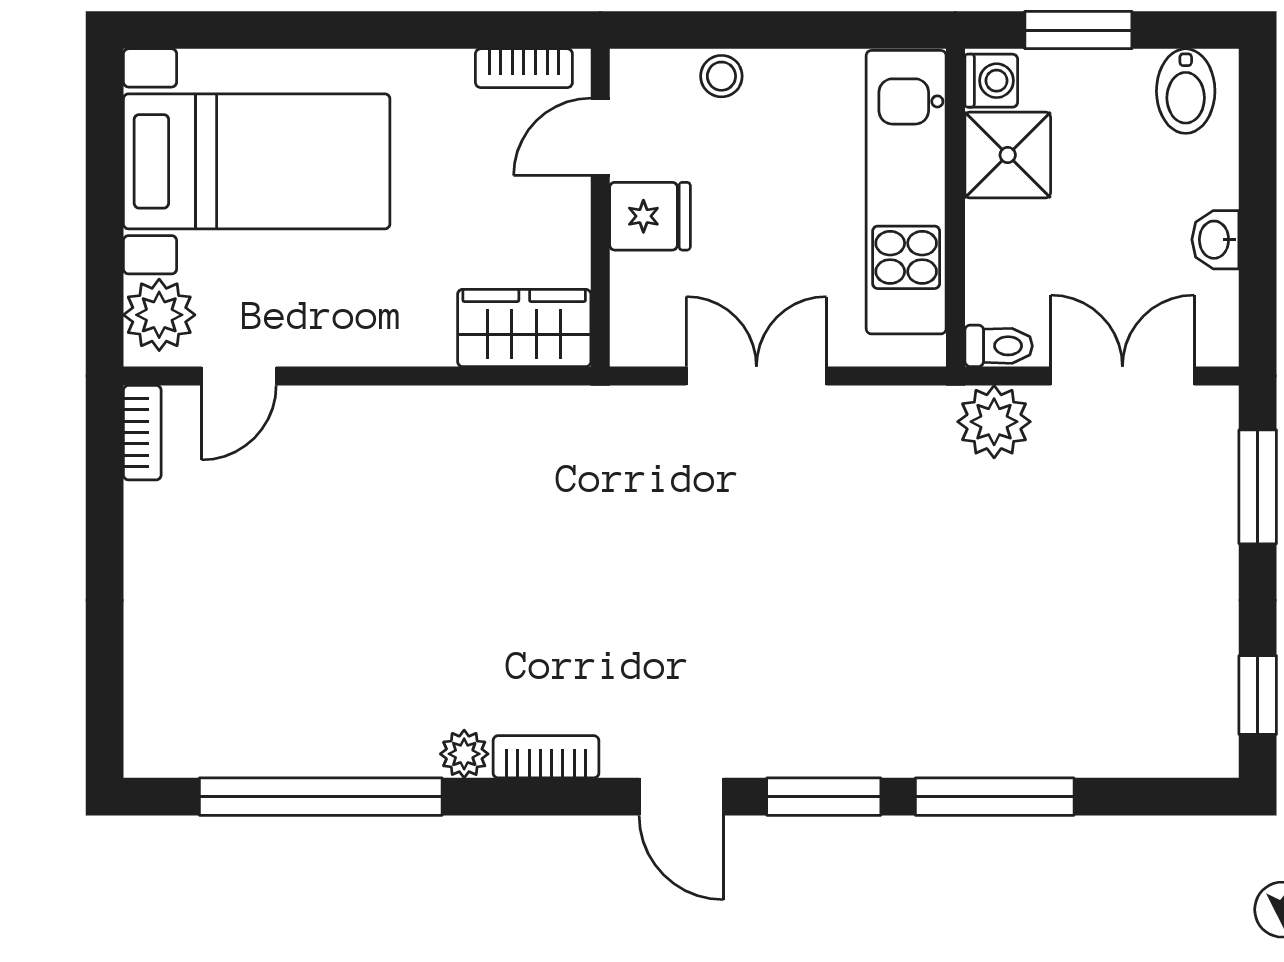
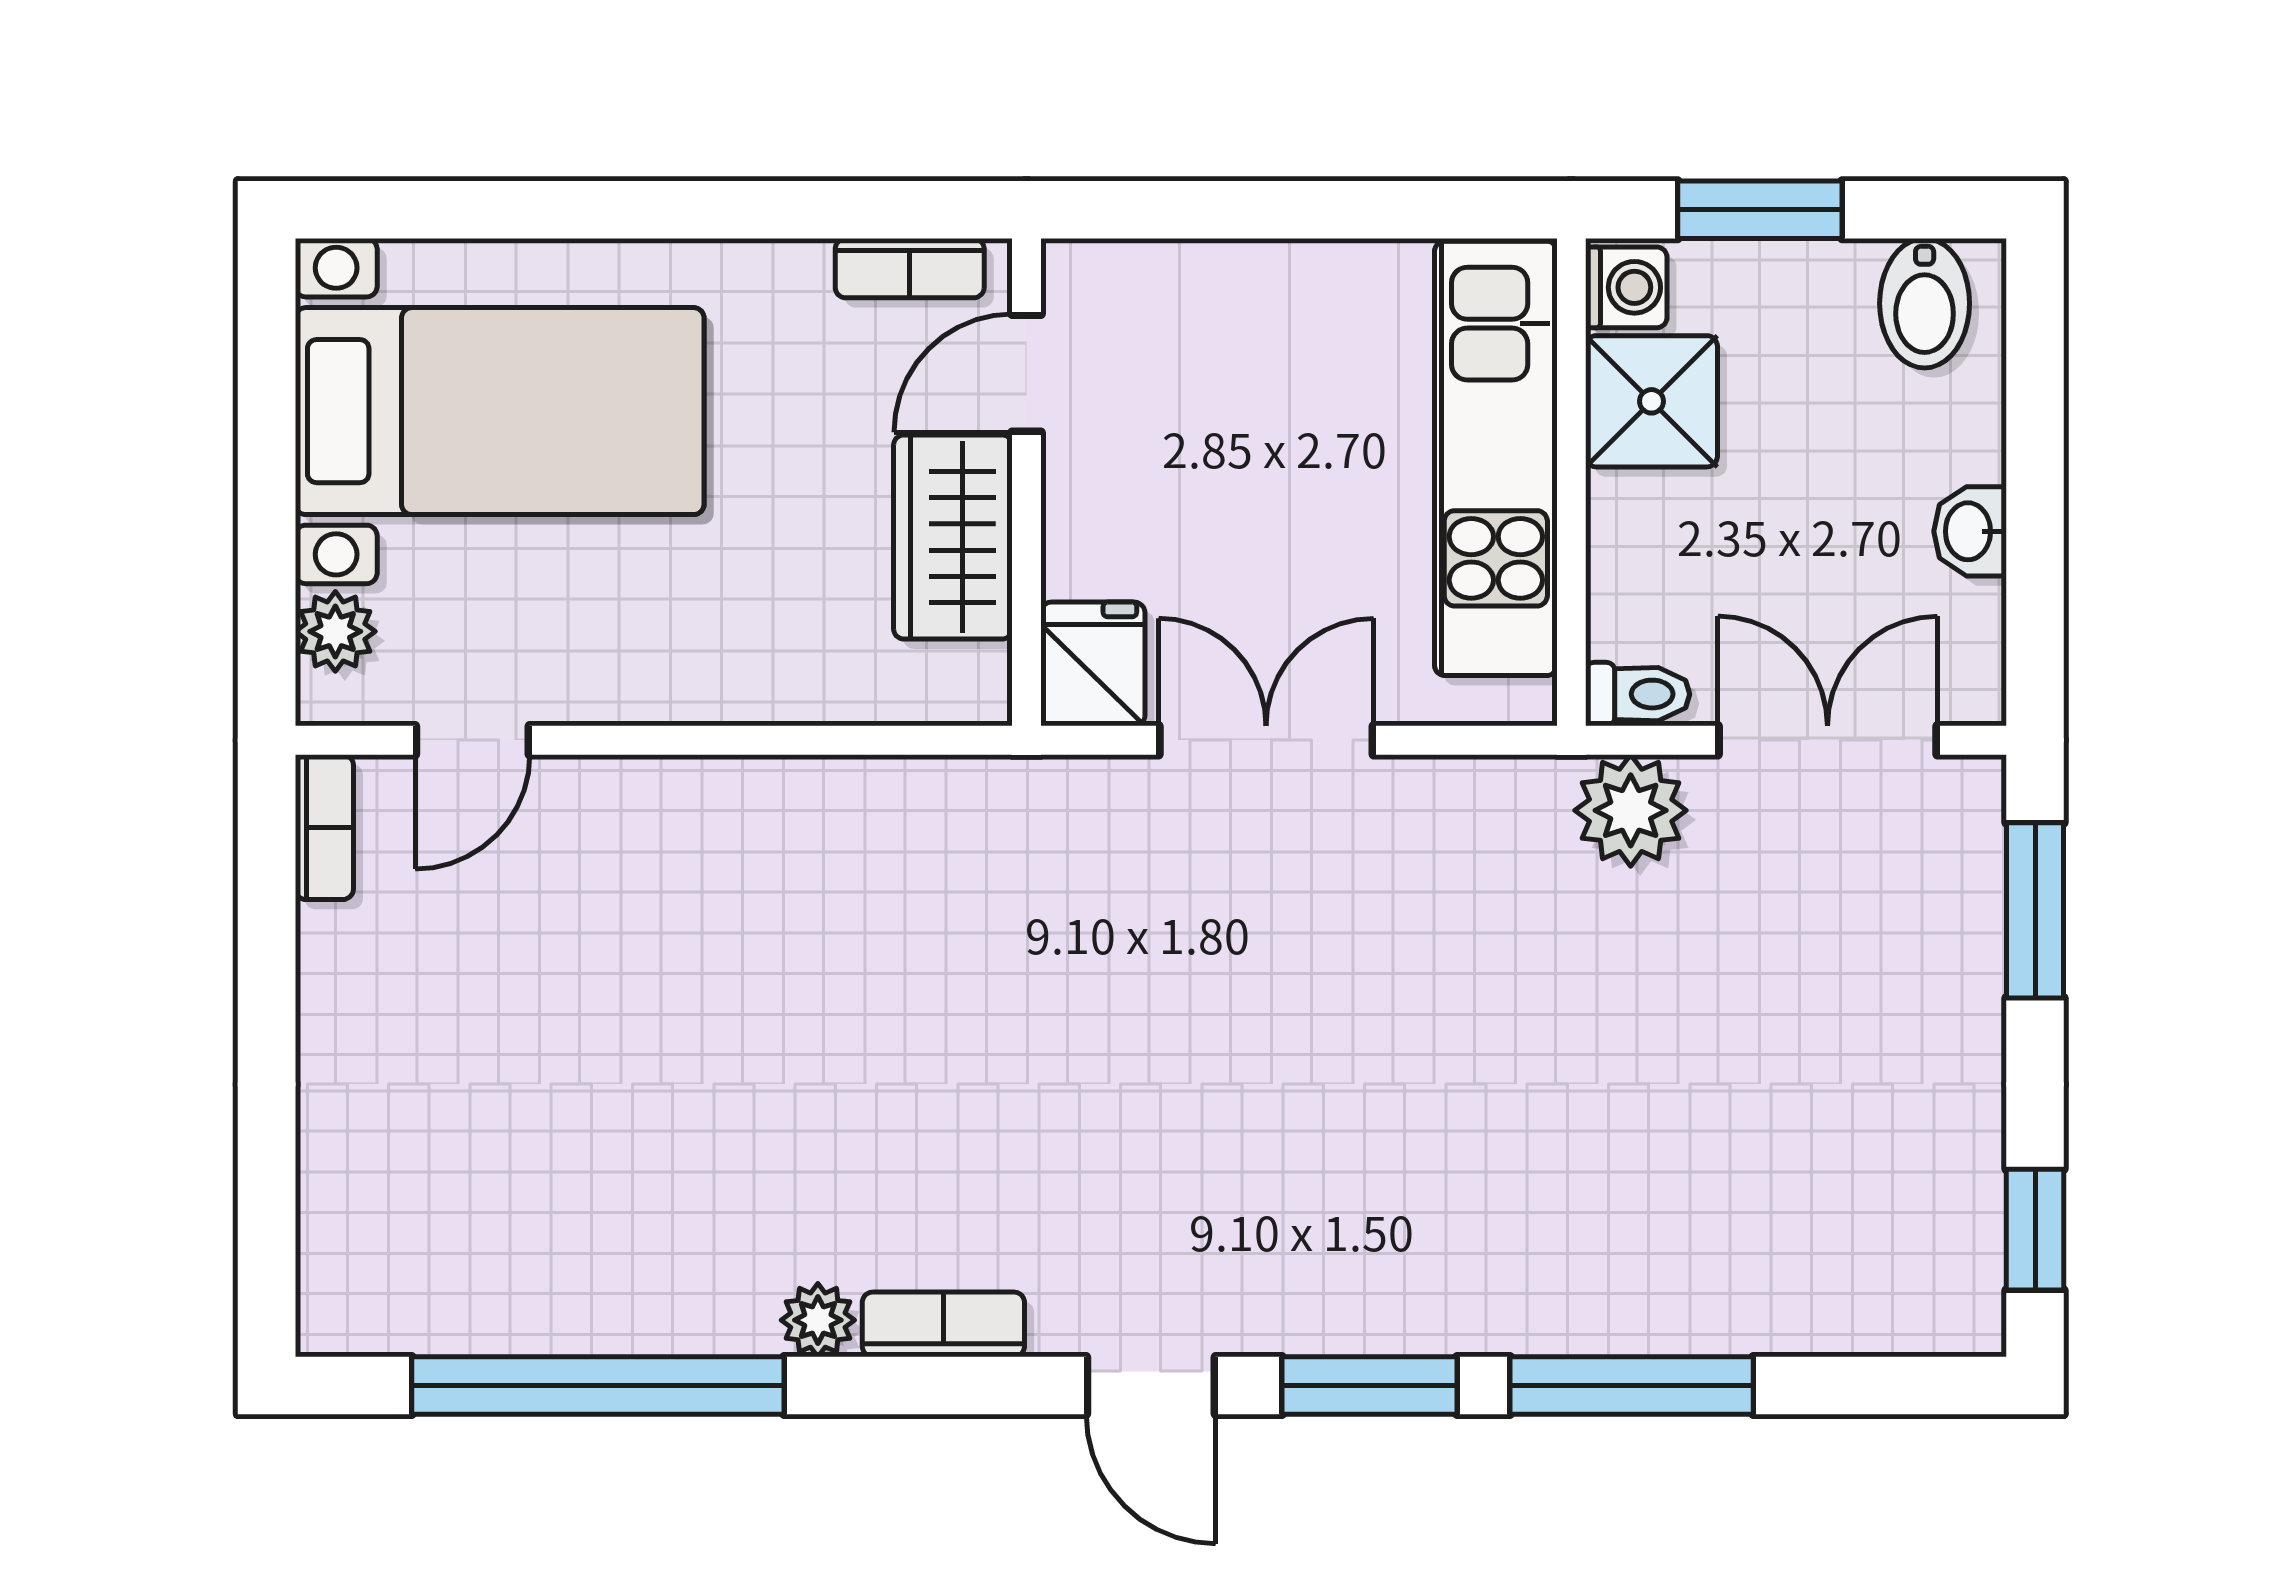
stool: (721, 76) -> (1213, 280), removed
fridge: (650, 216) -> (1093, 664), moved, turned -90
plant: (159, 315) -> (335, 631), width x0.73, depth x0.73
wardrobe: (524, 328) -> (953, 537), moved, turned -90

